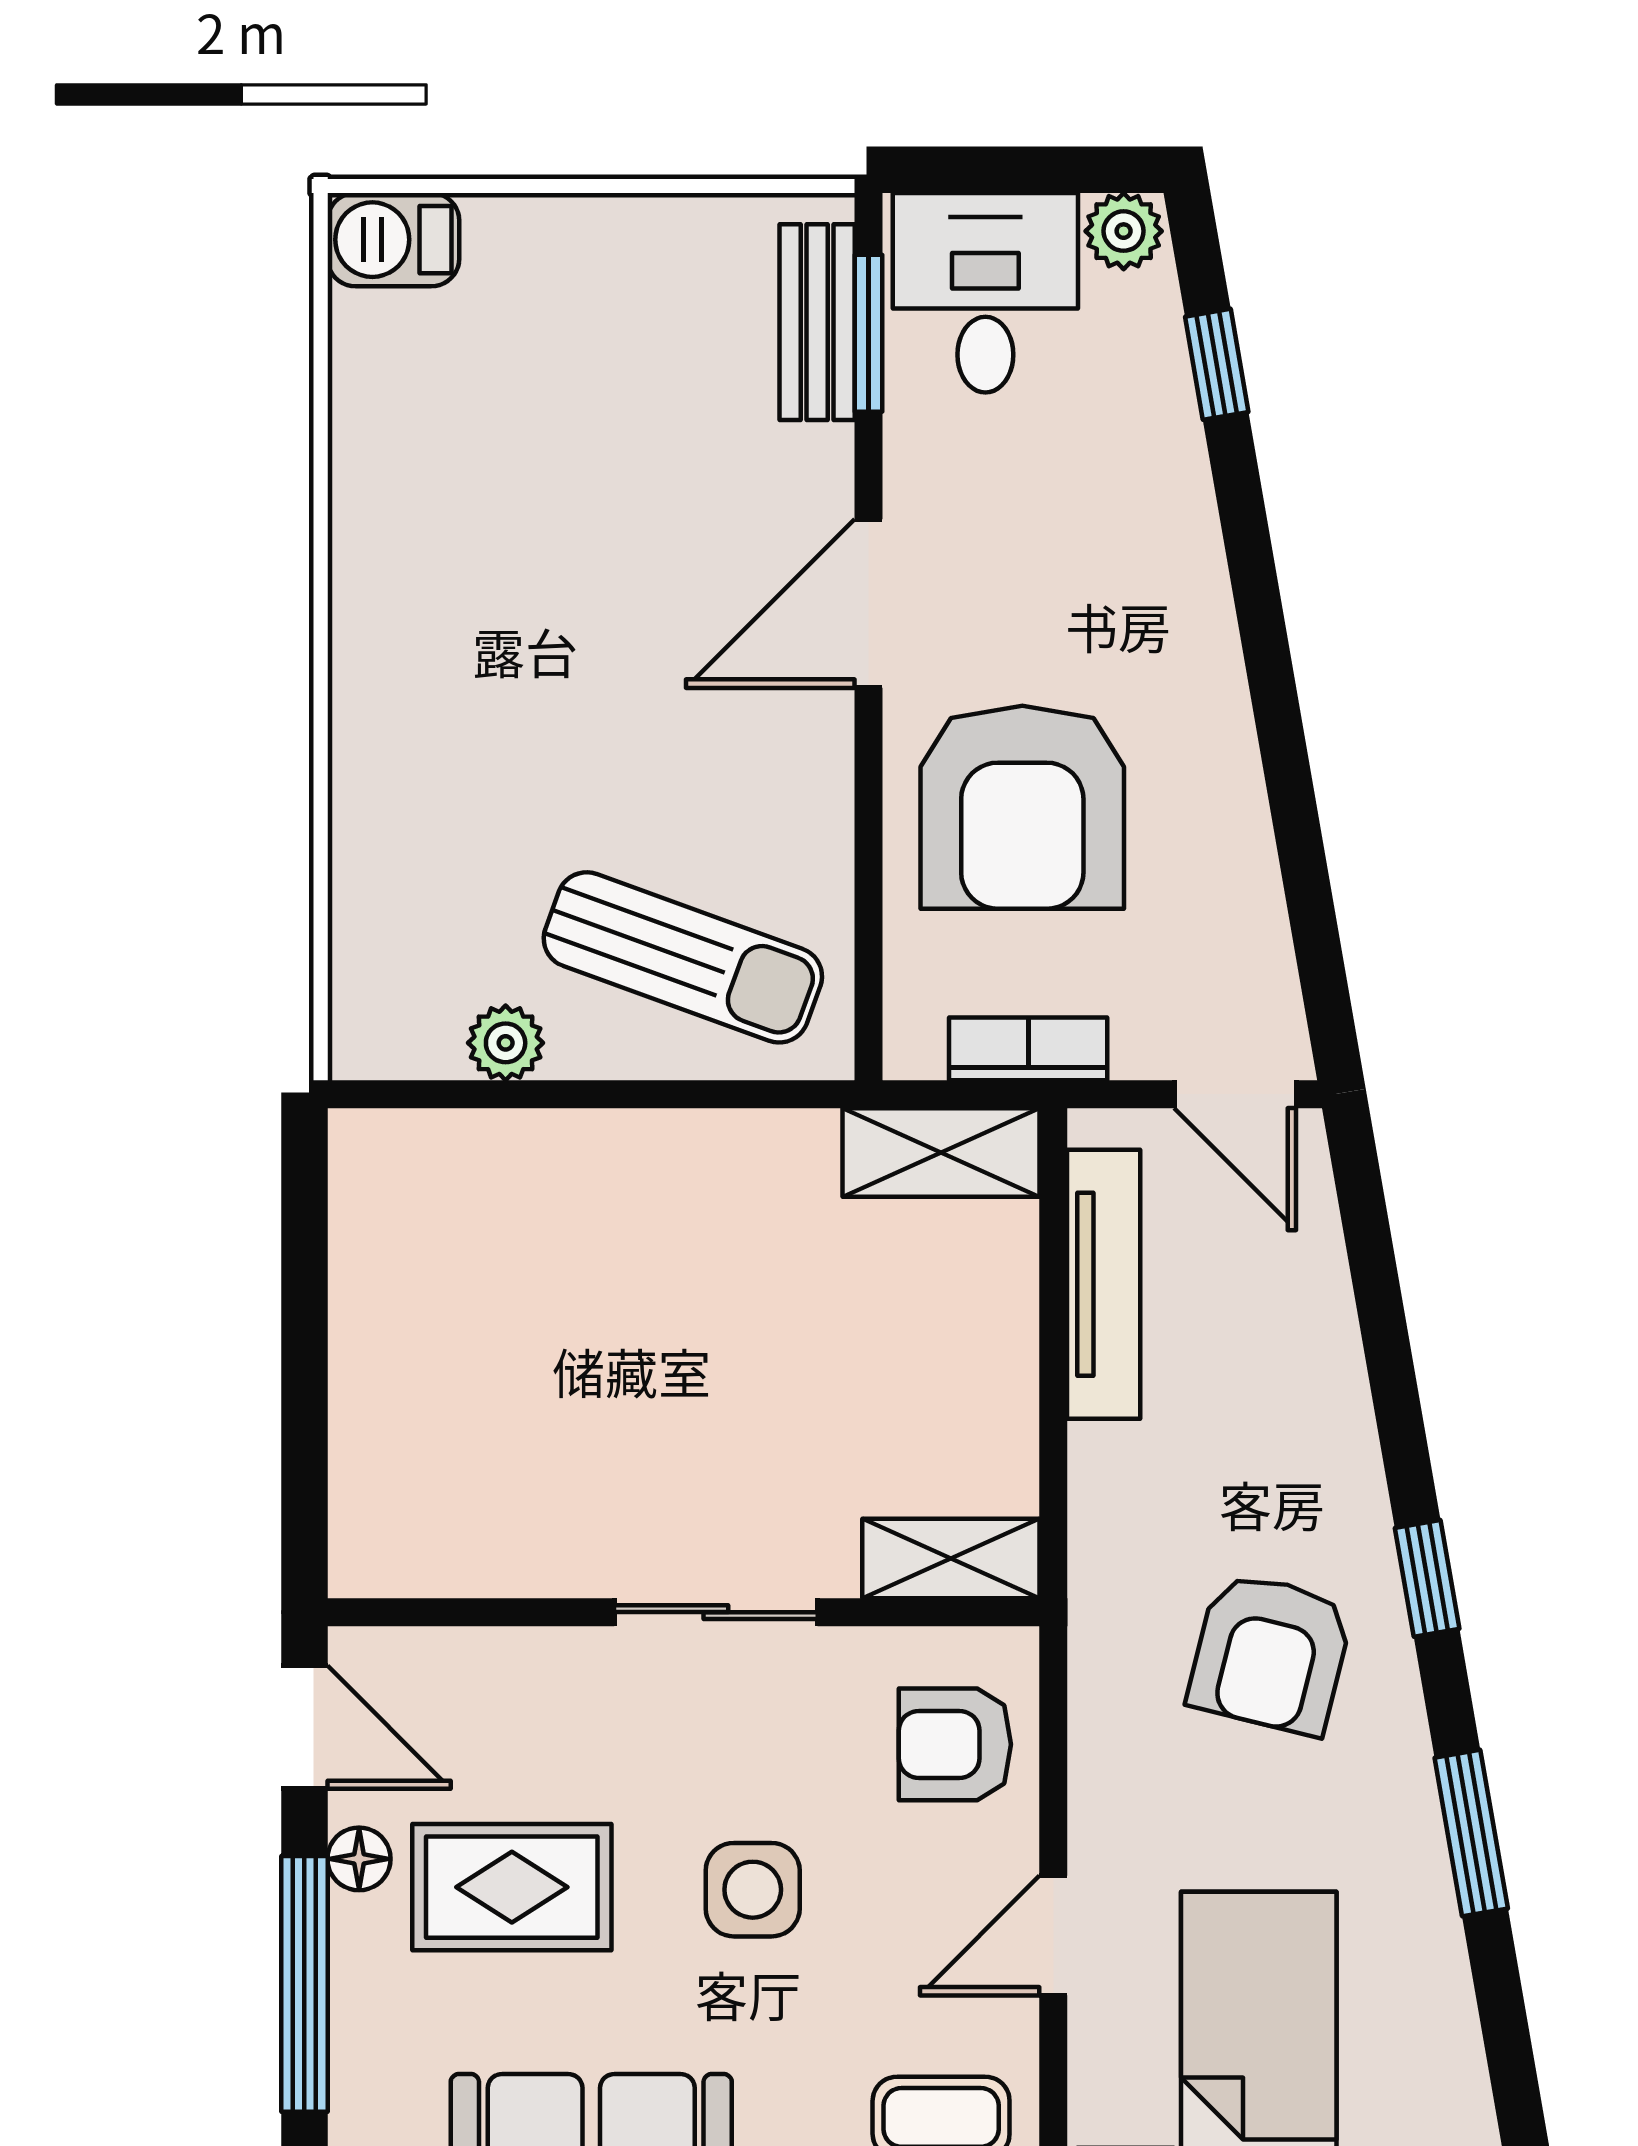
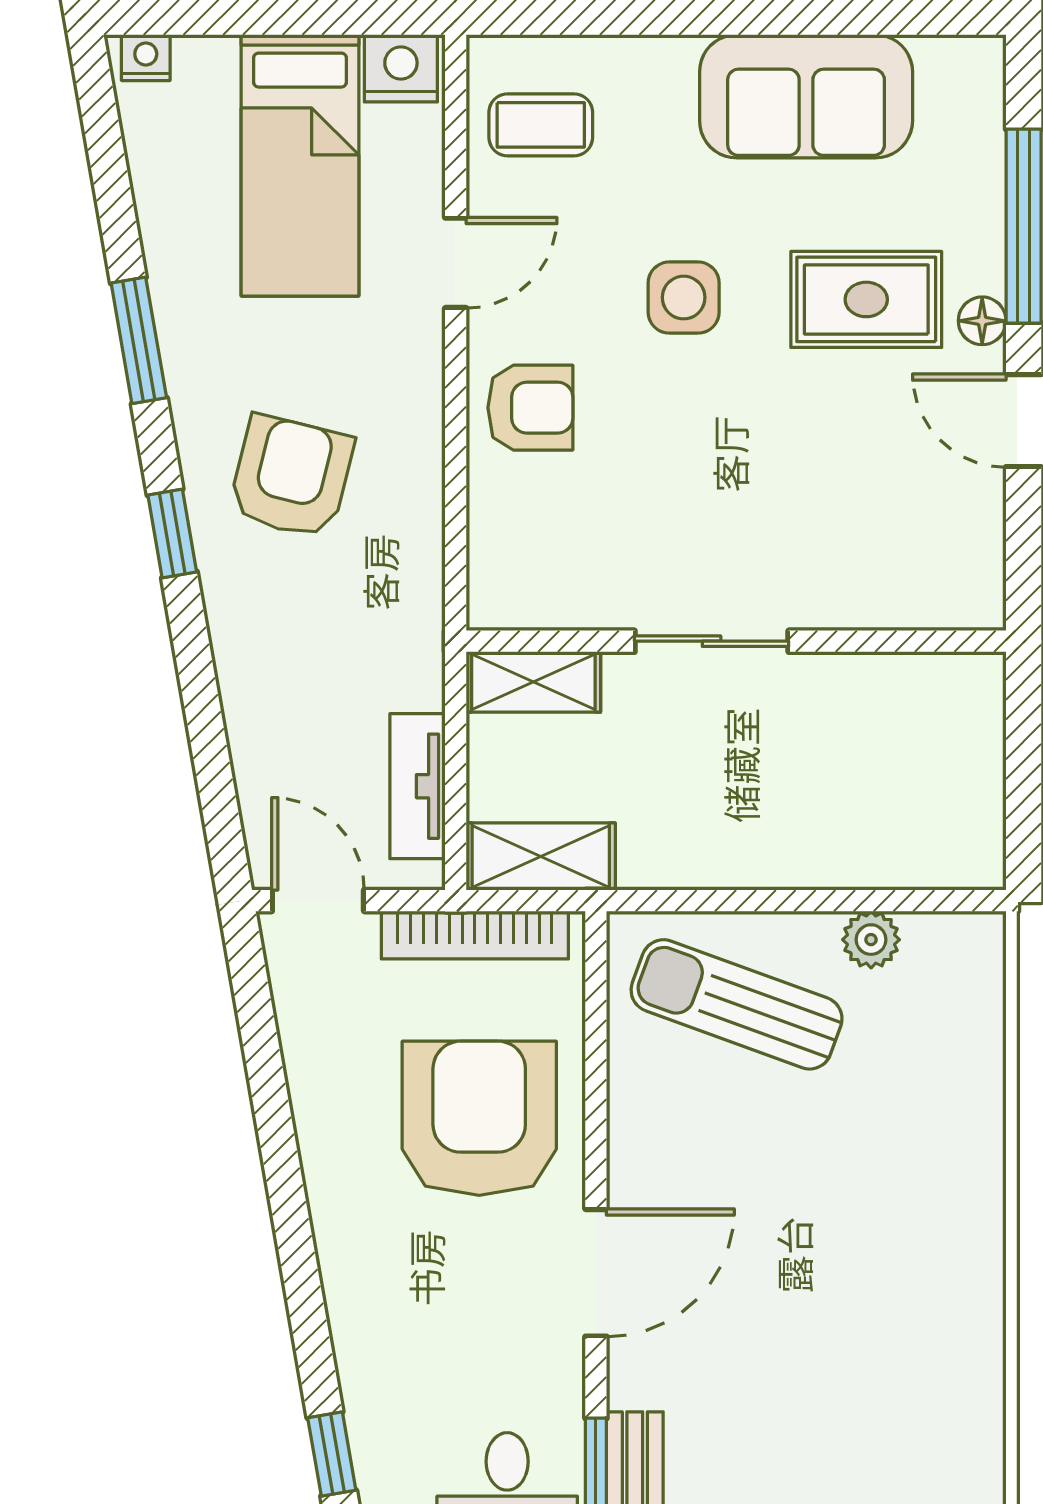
bookcase: (1028, 1049) -> (475, 935), width x1.56
tv unit: (1104, 1284) -> (417, 786), width x0.71
shelving: (951, 1558) -> (533, 682), moved
wall: (683, 1612) -> (736, 641), moved
sliding door: (716, 1612) -> (712, 641), moved

